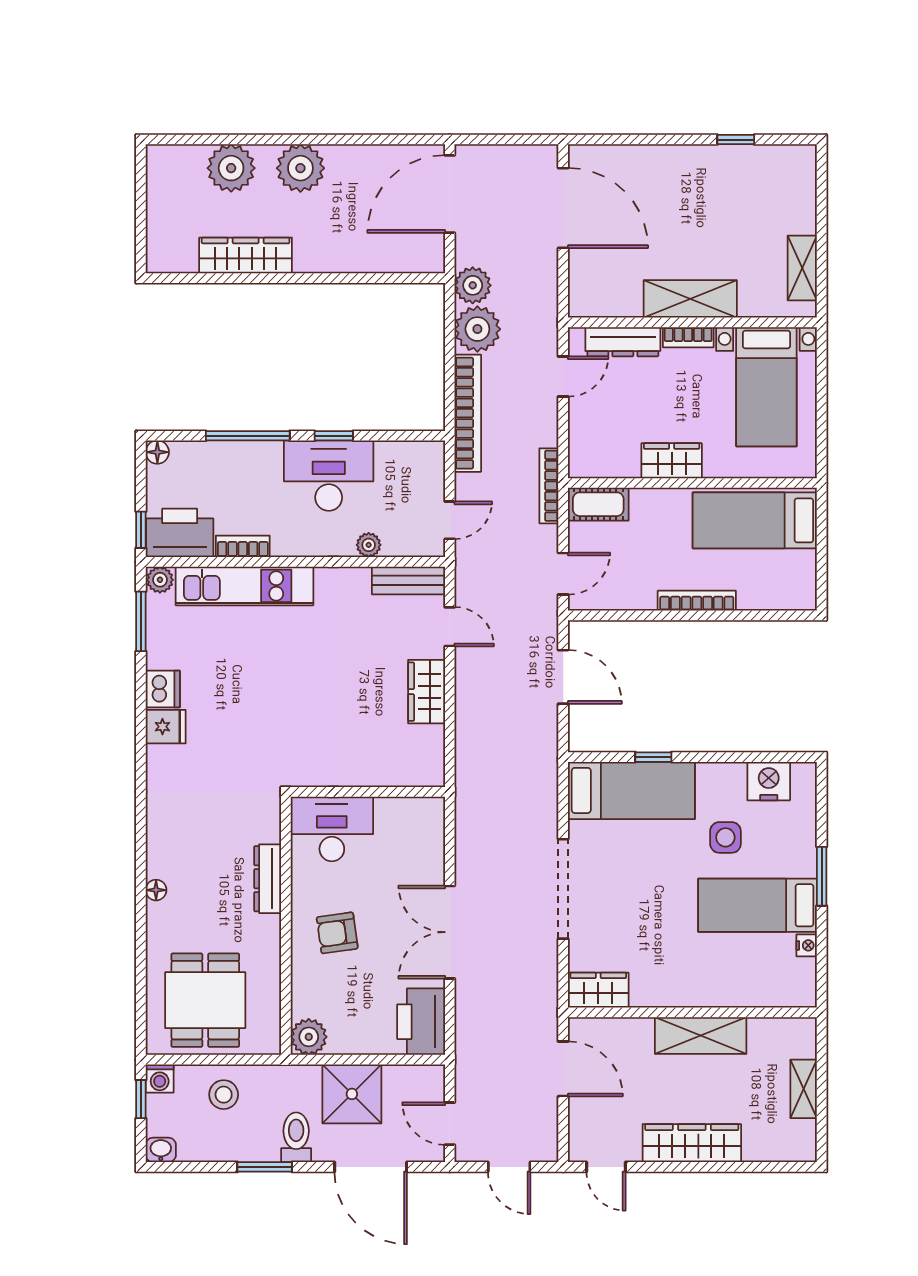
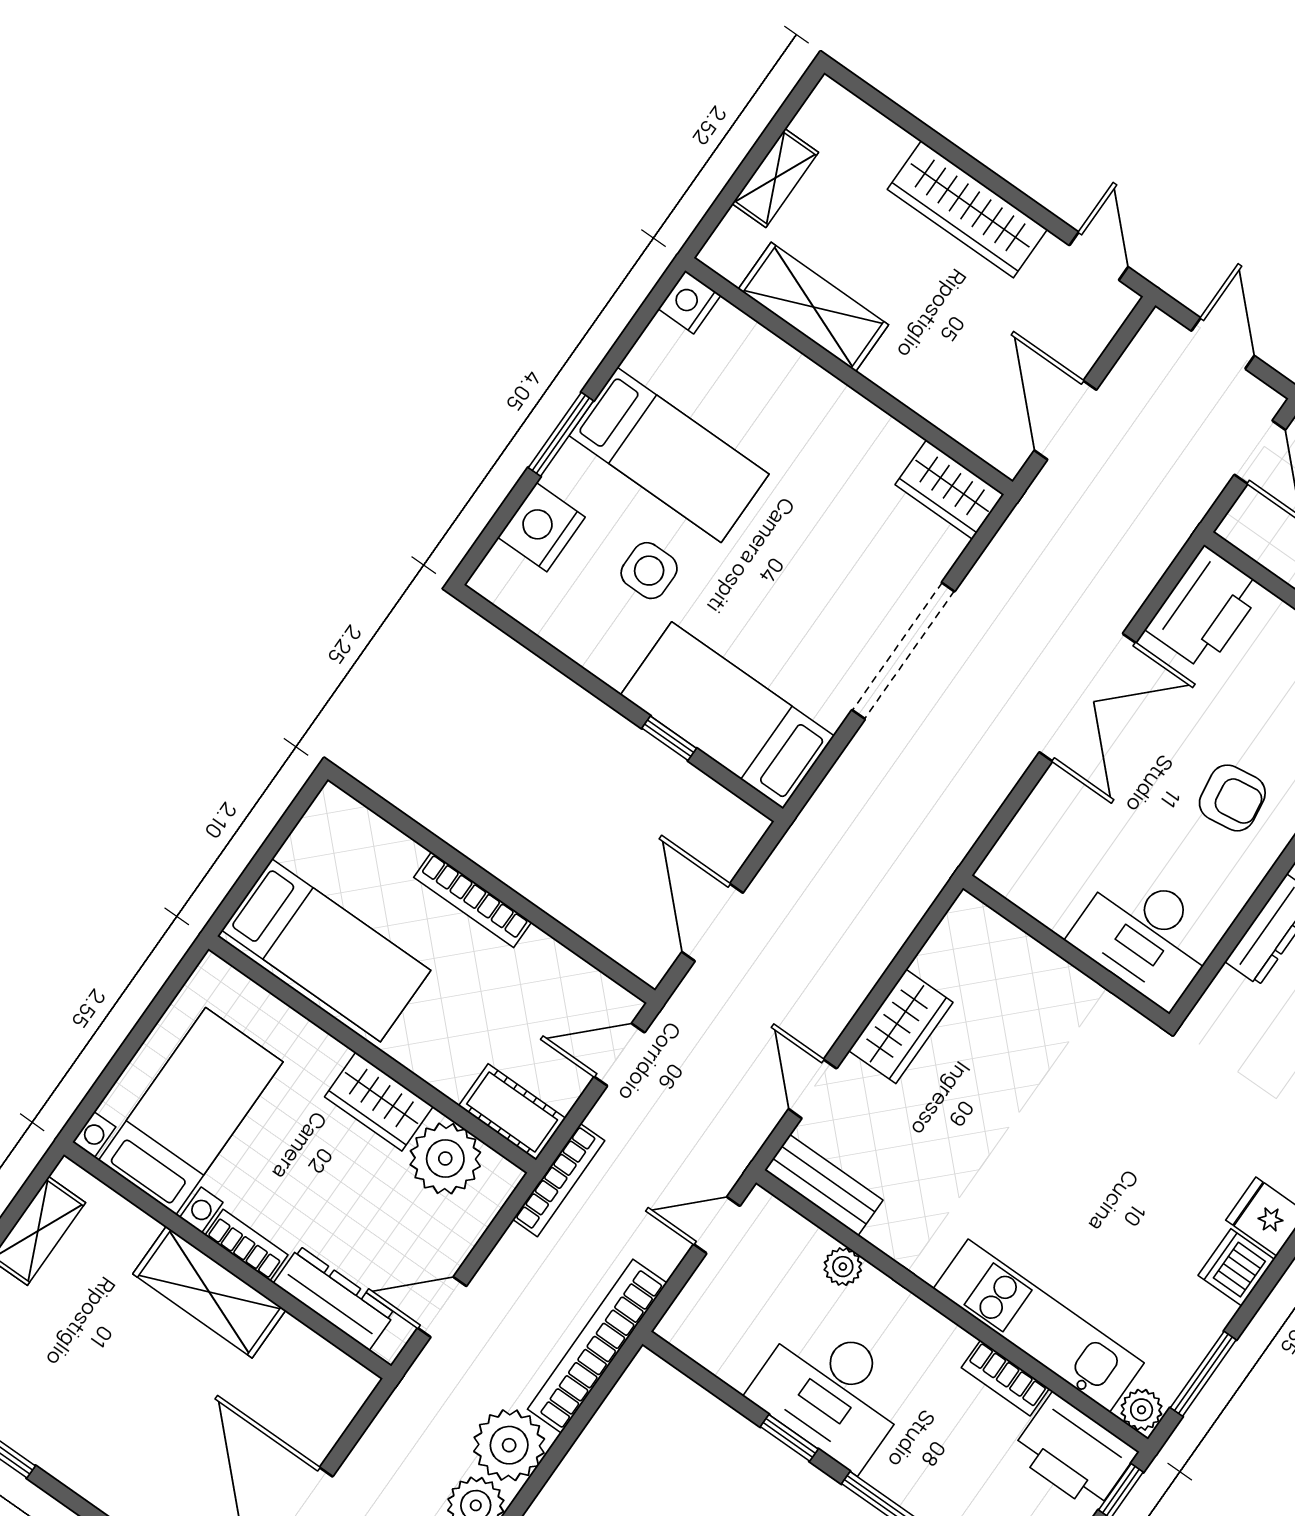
plant: (616, 455) -> (445, 1158), added
nightstand: (769, 781) -> (541, 527), moved, turned 90
nightstand: (807, 945) -> (690, 302), moved, width x1.39, depth x1.35
shelving: (701, 1036) -> (813, 307), moved

